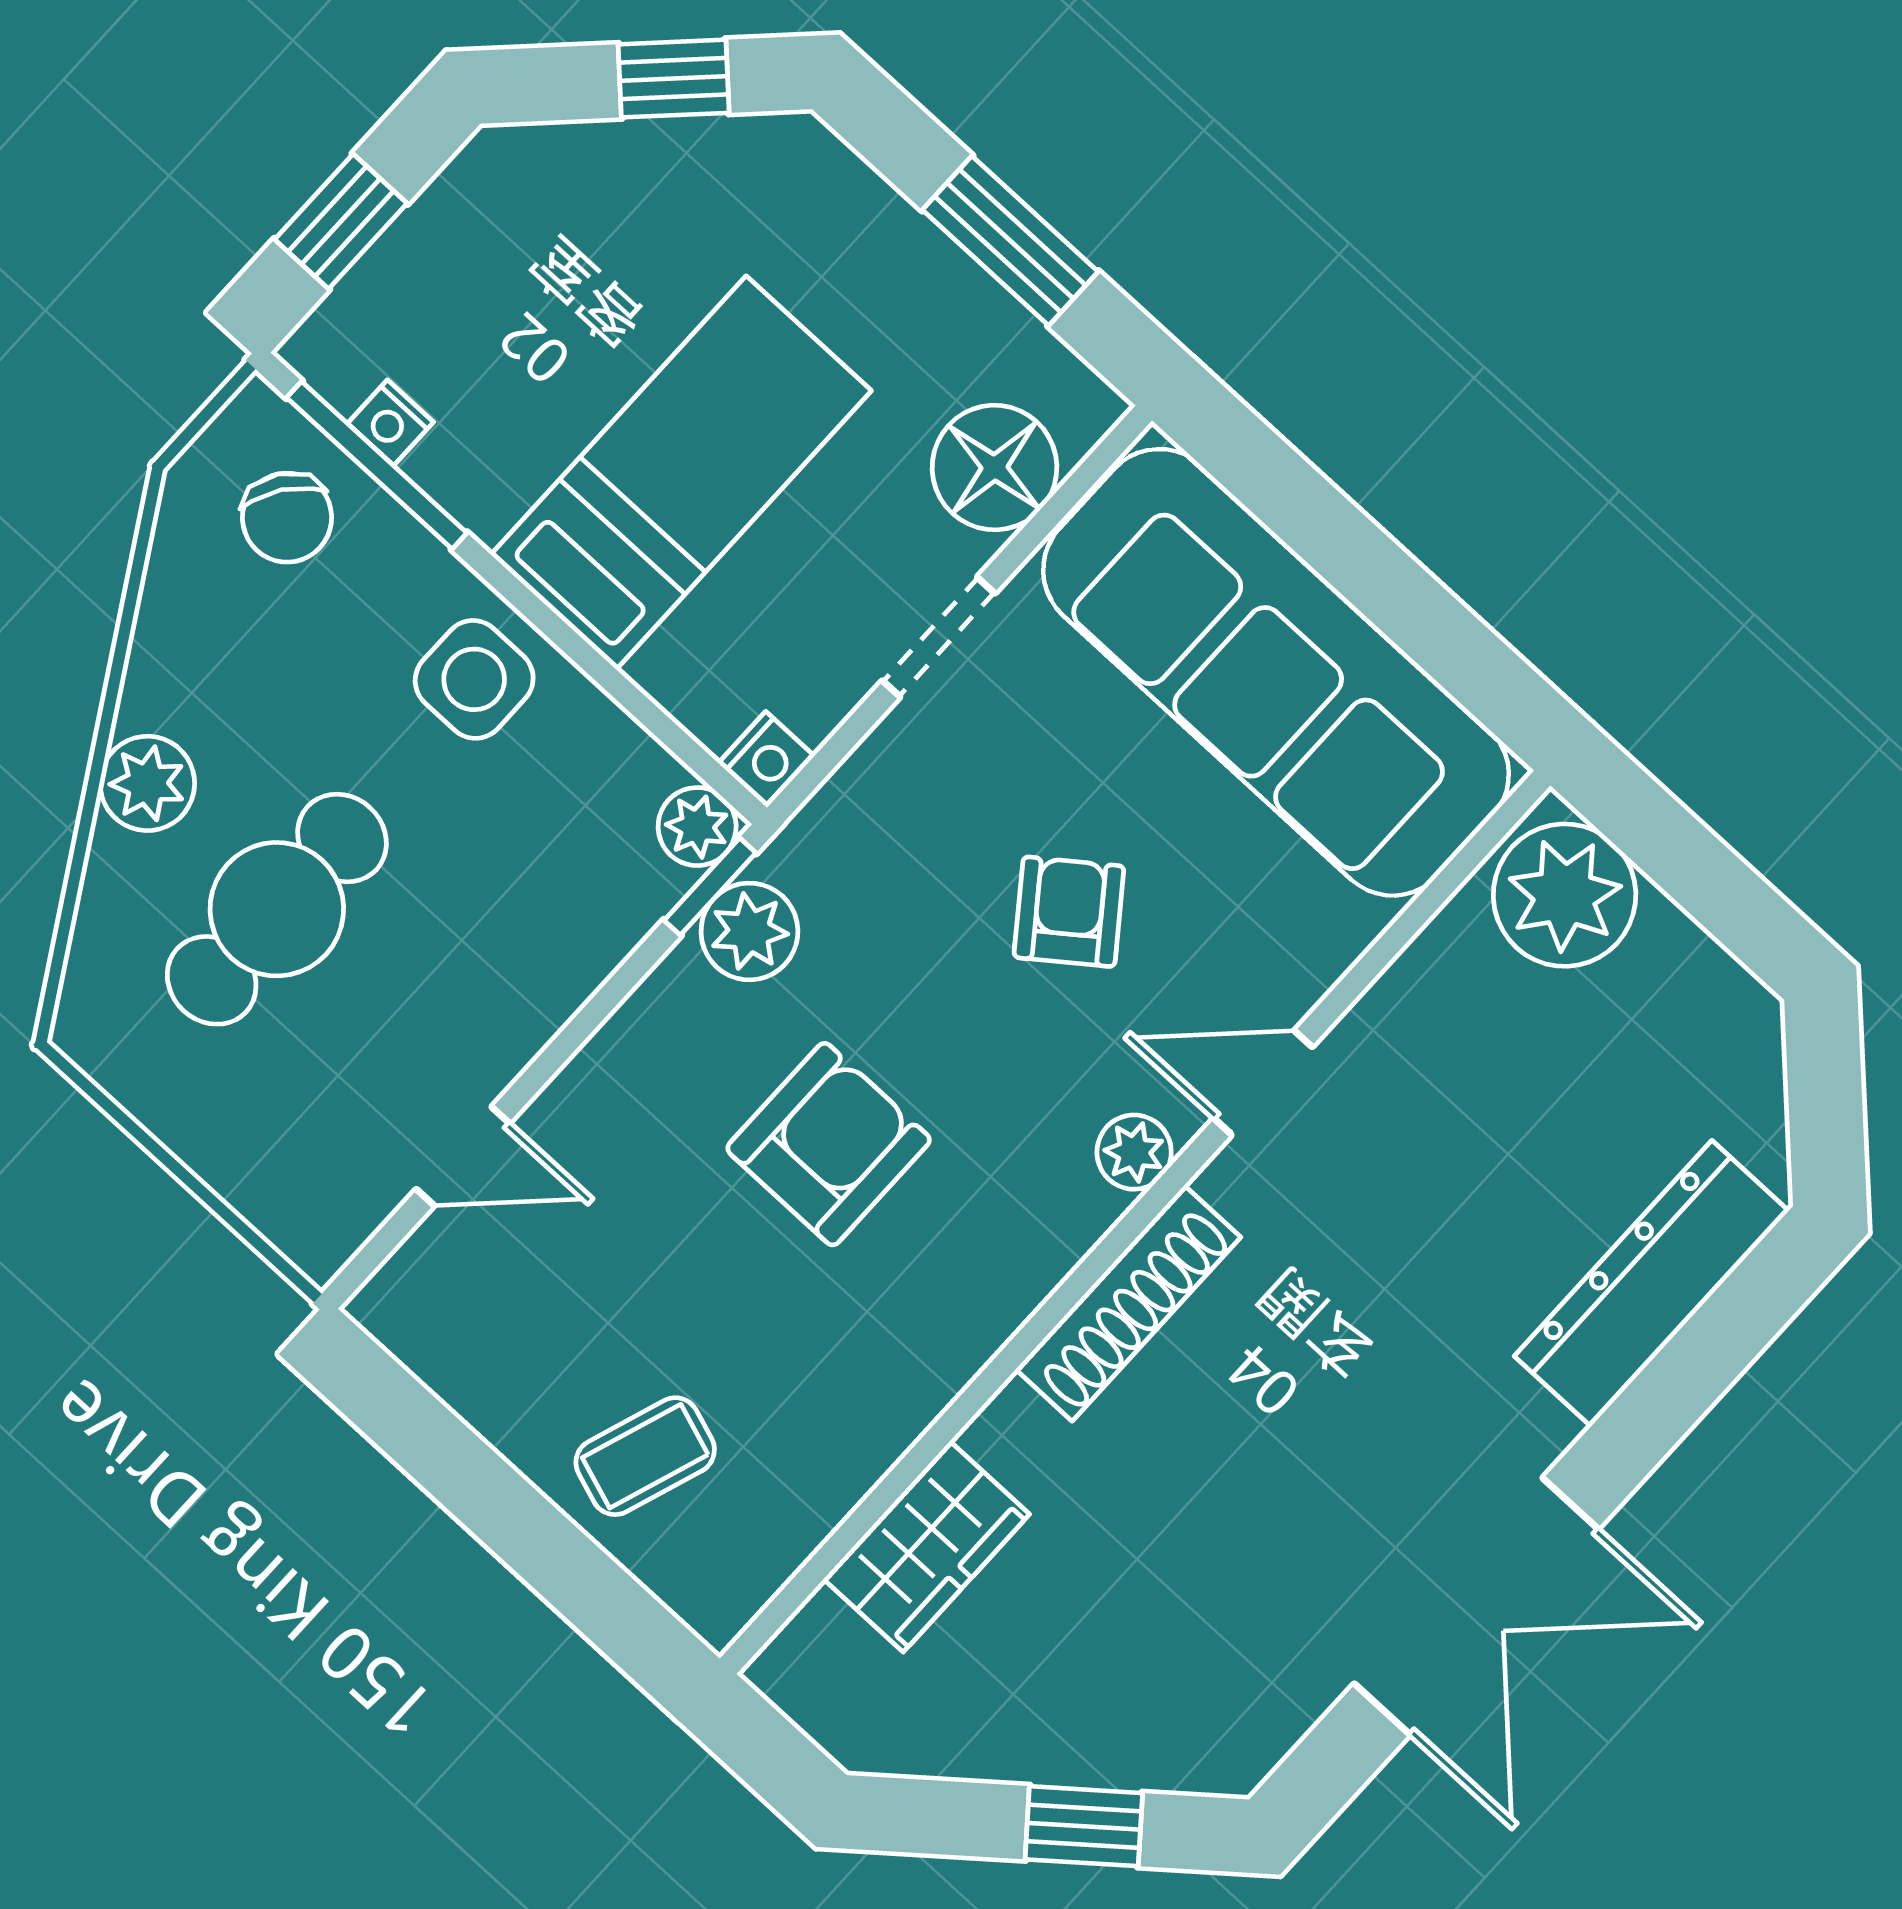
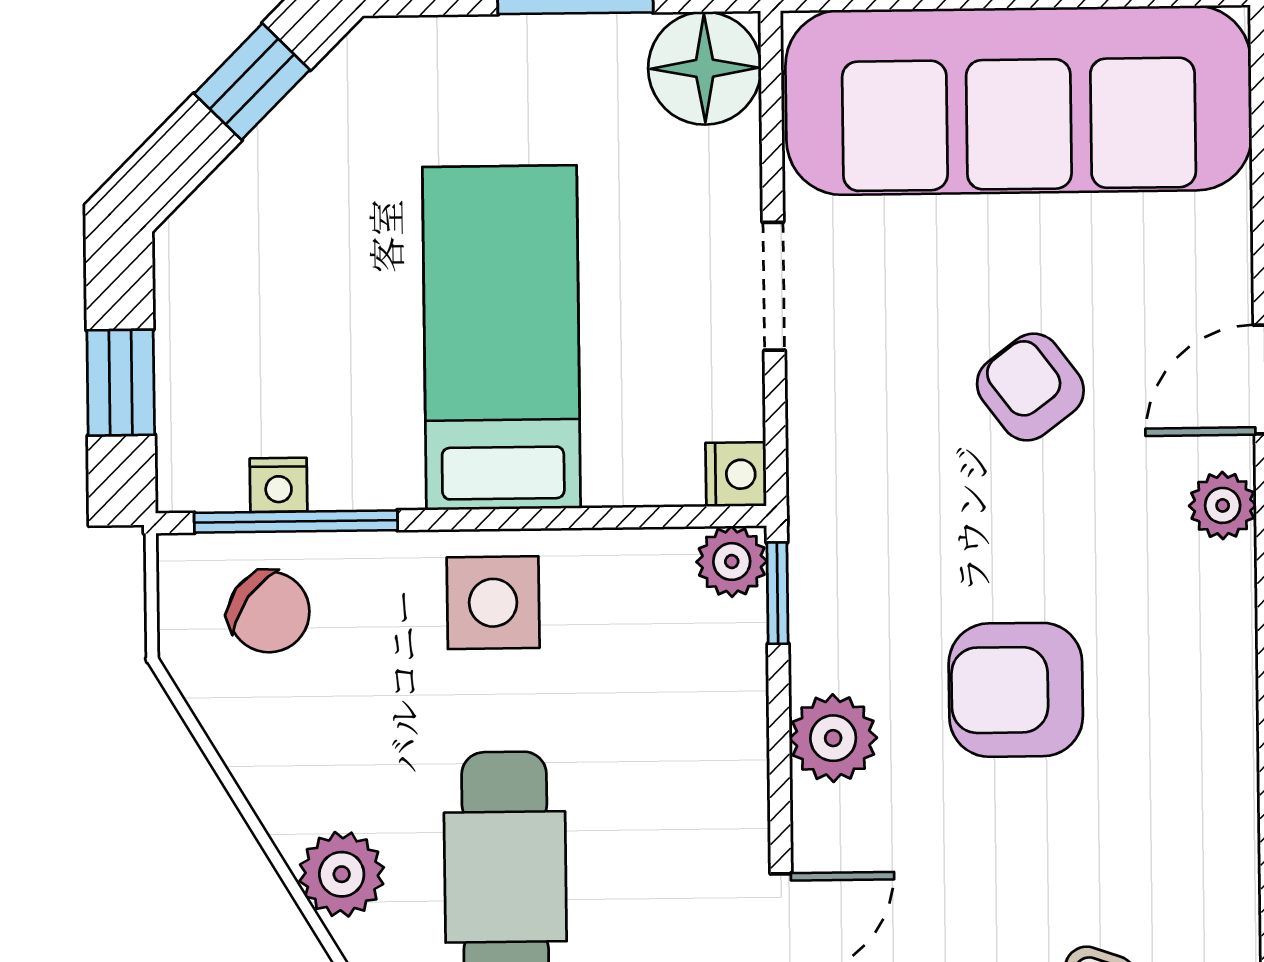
floor lamp: (994, 467) -> (705, 68), moved
plant: (749, 931) -> (833, 738), moved
armchair: (829, 1144) -> (1016, 690), turned -90

